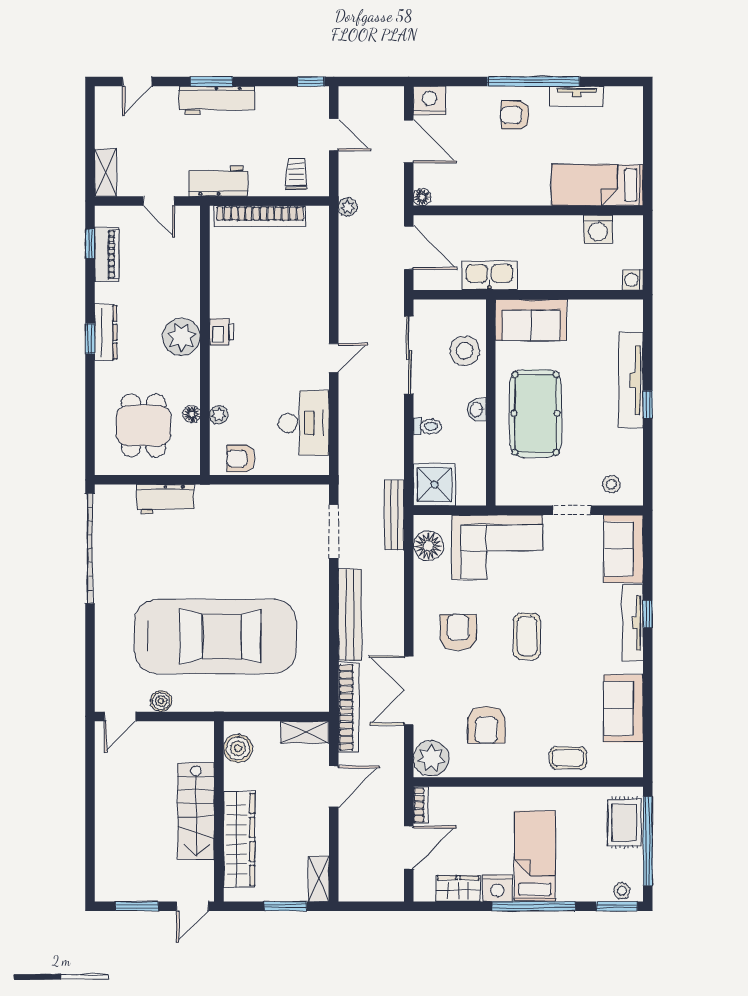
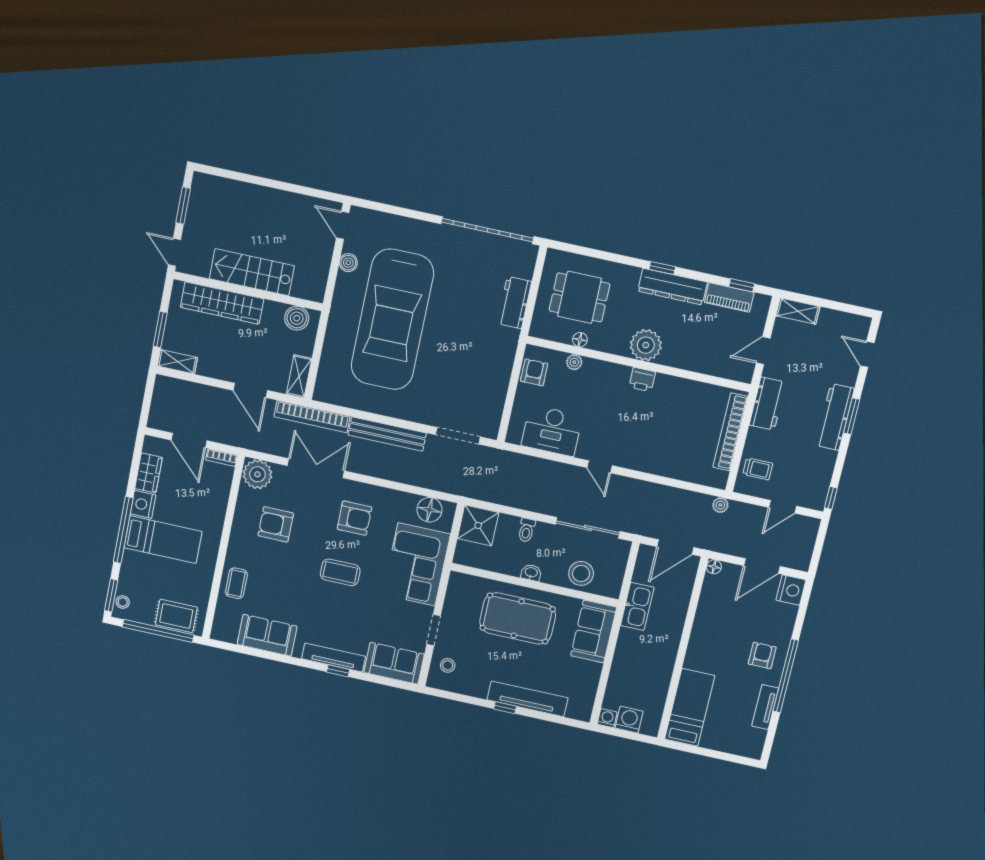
washing machine: (598, 229) -> (629, 720), moved, turned 90
dresser: (106, 332) -> (672, 287), width x1.37, depth x1.24
bench: (394, 515) -> (461, 488), removed

